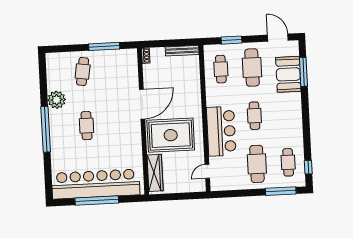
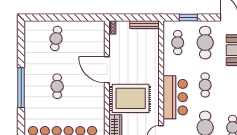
window: (104, 46) -> (76, 17), removed
plant: (57, 100) -> (32, 62), removed
door: (142, 104) -> (107, 70), swing flipped

